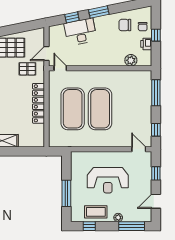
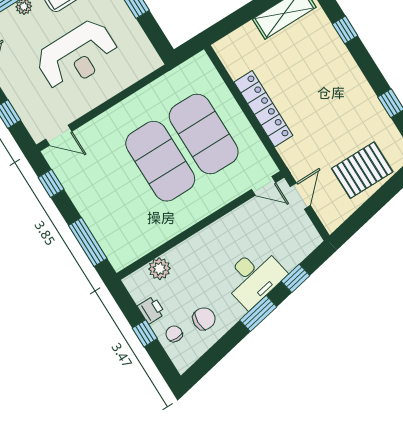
desk: (80, 32) -> (254, 277), moved
pallet: (27, 69) -> (315, 153), removed
reception desk: (108, 180) -> (77, 55), turned 180

